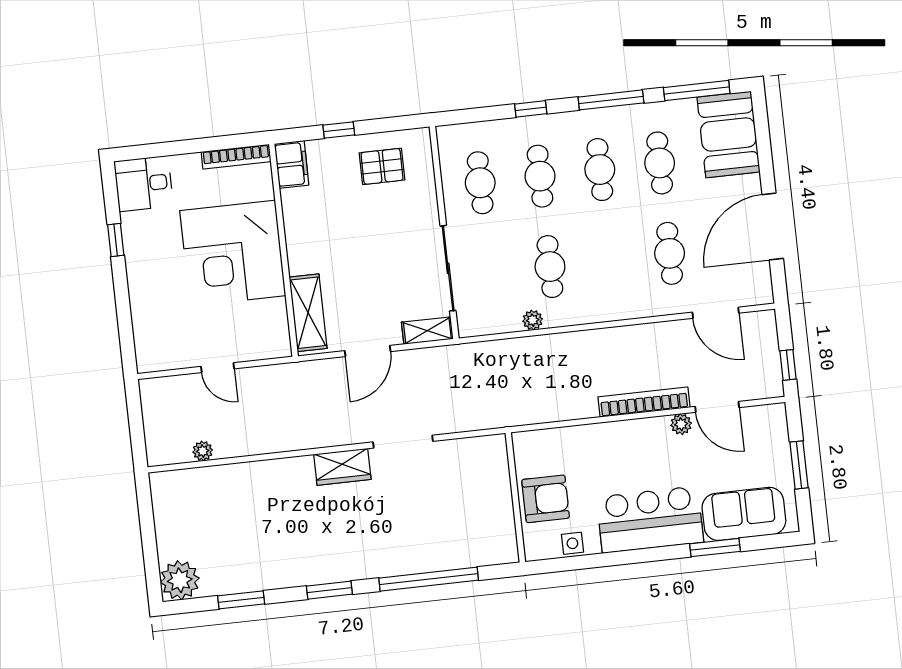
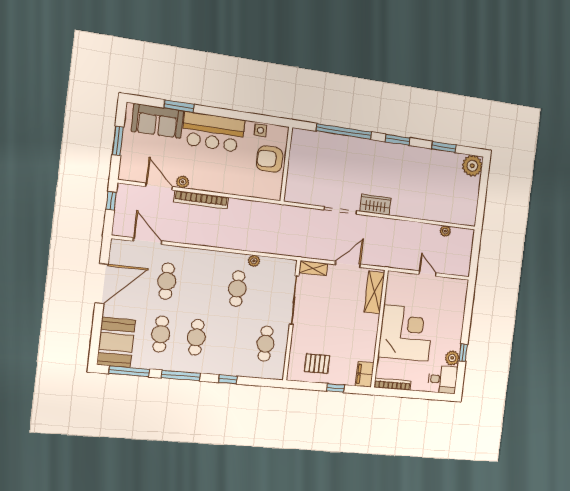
cafe table: (540, 176) -> (231, 341), removed
plant: (135, 226) -> (452, 358), added

